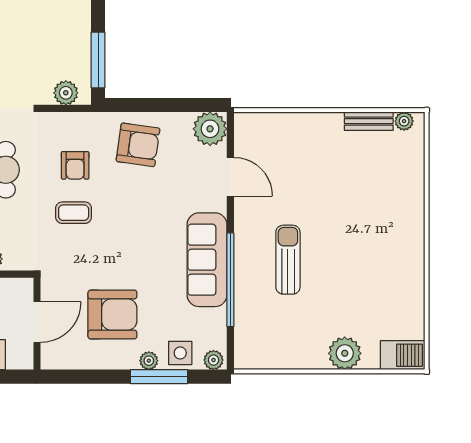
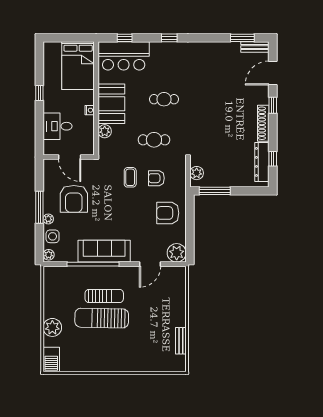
plant: (404, 121) -> (181, 360), removed
armchair: (138, 145) -> (168, 213), turned 82
sun lounger: (328, 264) -> (102, 318), added
window: (159, 377) -> (39, 207), moved

